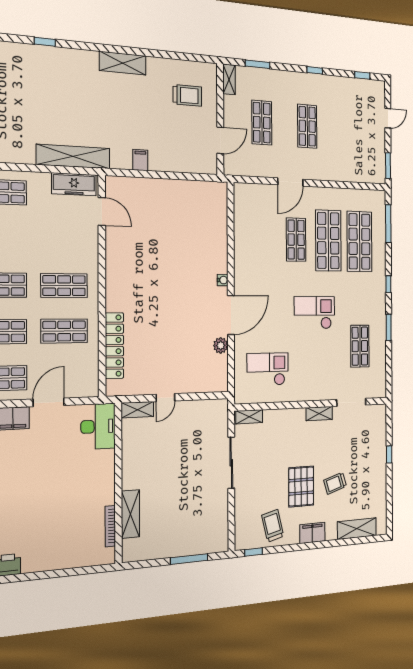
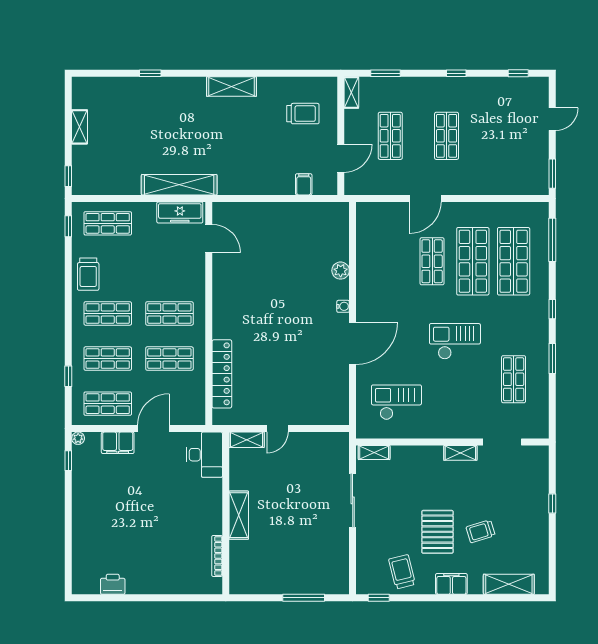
filing cabinet: (140, 160) -> (304, 184), moved
plant: (221, 345) -> (341, 271), moved
shelving: (130, 514) -> (239, 515), moved

